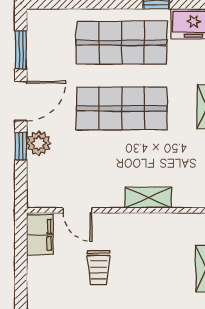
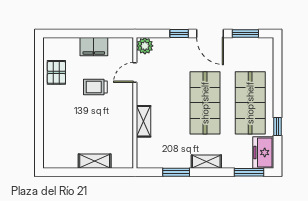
plant: (39, 143) -> (145, 46), moved
filing cabinet: (40, 235) -> (94, 47), moved

